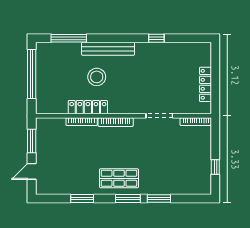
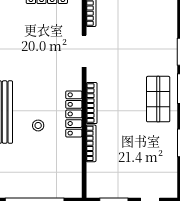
stool: (97, 77) -> (38, 125), width x0.53, depth x0.53
locker: (88, 107) -> (74, 114), moved

